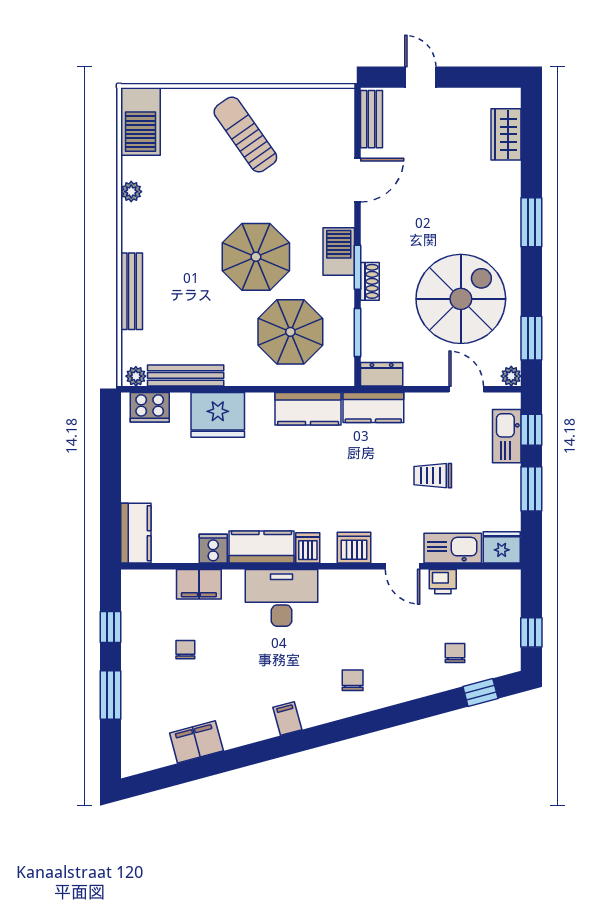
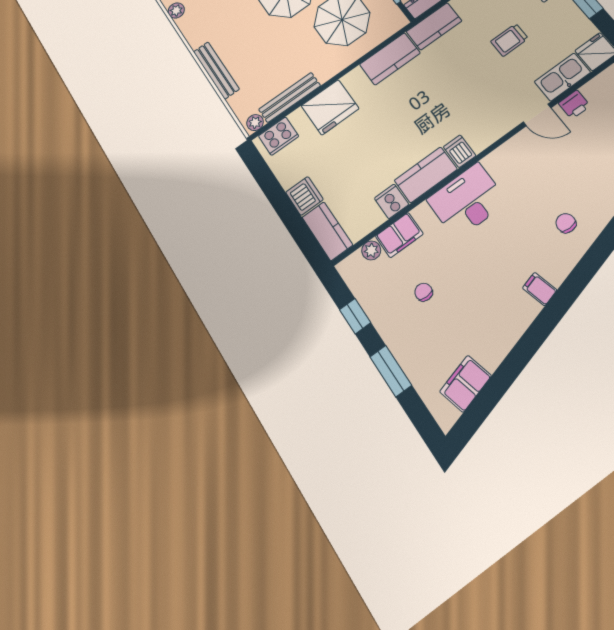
dishwasher: (354, 548) -> (304, 196), moved, turned 90
plant: (164, 580) -> (371, 250), added
filing cabinet: (196, 742) -> (466, 384), moved

